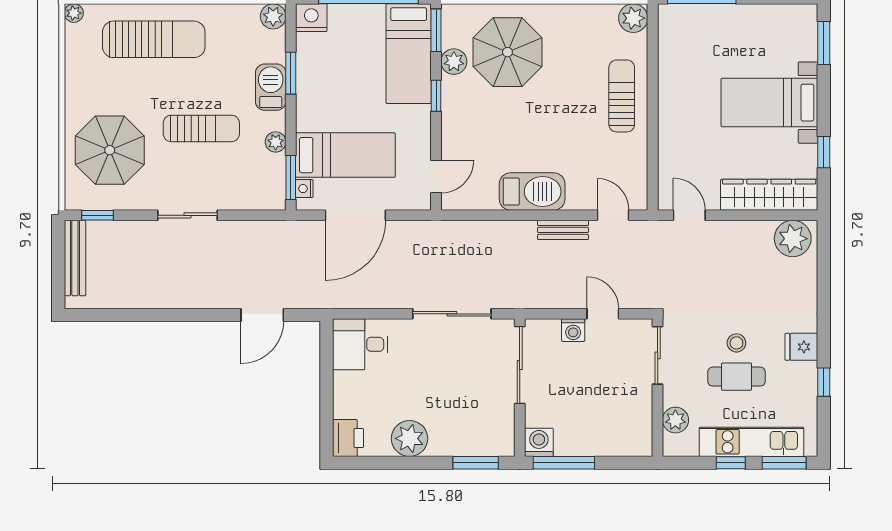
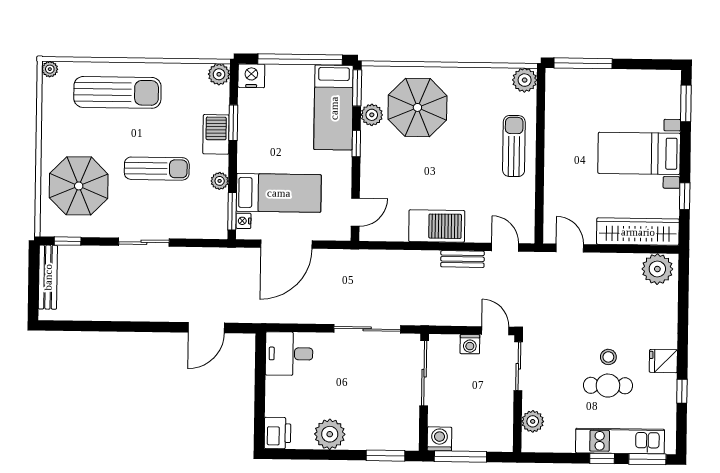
sliding door: (658, 355) -> (518, 366), moved
wall: (658, 388) -> (518, 394), moved
plant: (675, 420) -> (533, 421), moved

